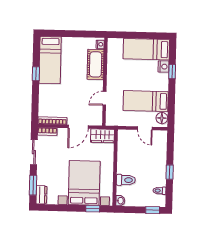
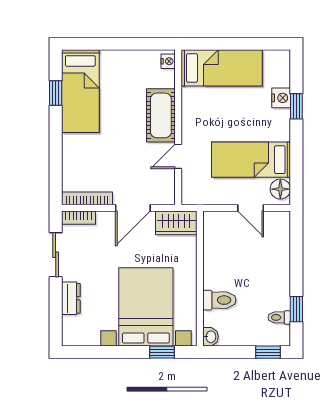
bed: (146, 49) -> (222, 68), moved, turned 180
cot: (96, 64) -> (161, 115), moved
window: (36, 74) -> (56, 93), moved
window: (170, 172) -> (296, 309), moved
window: (33, 185) -> (56, 313), removed
dresser: (41, 195) -> (71, 298), moved

